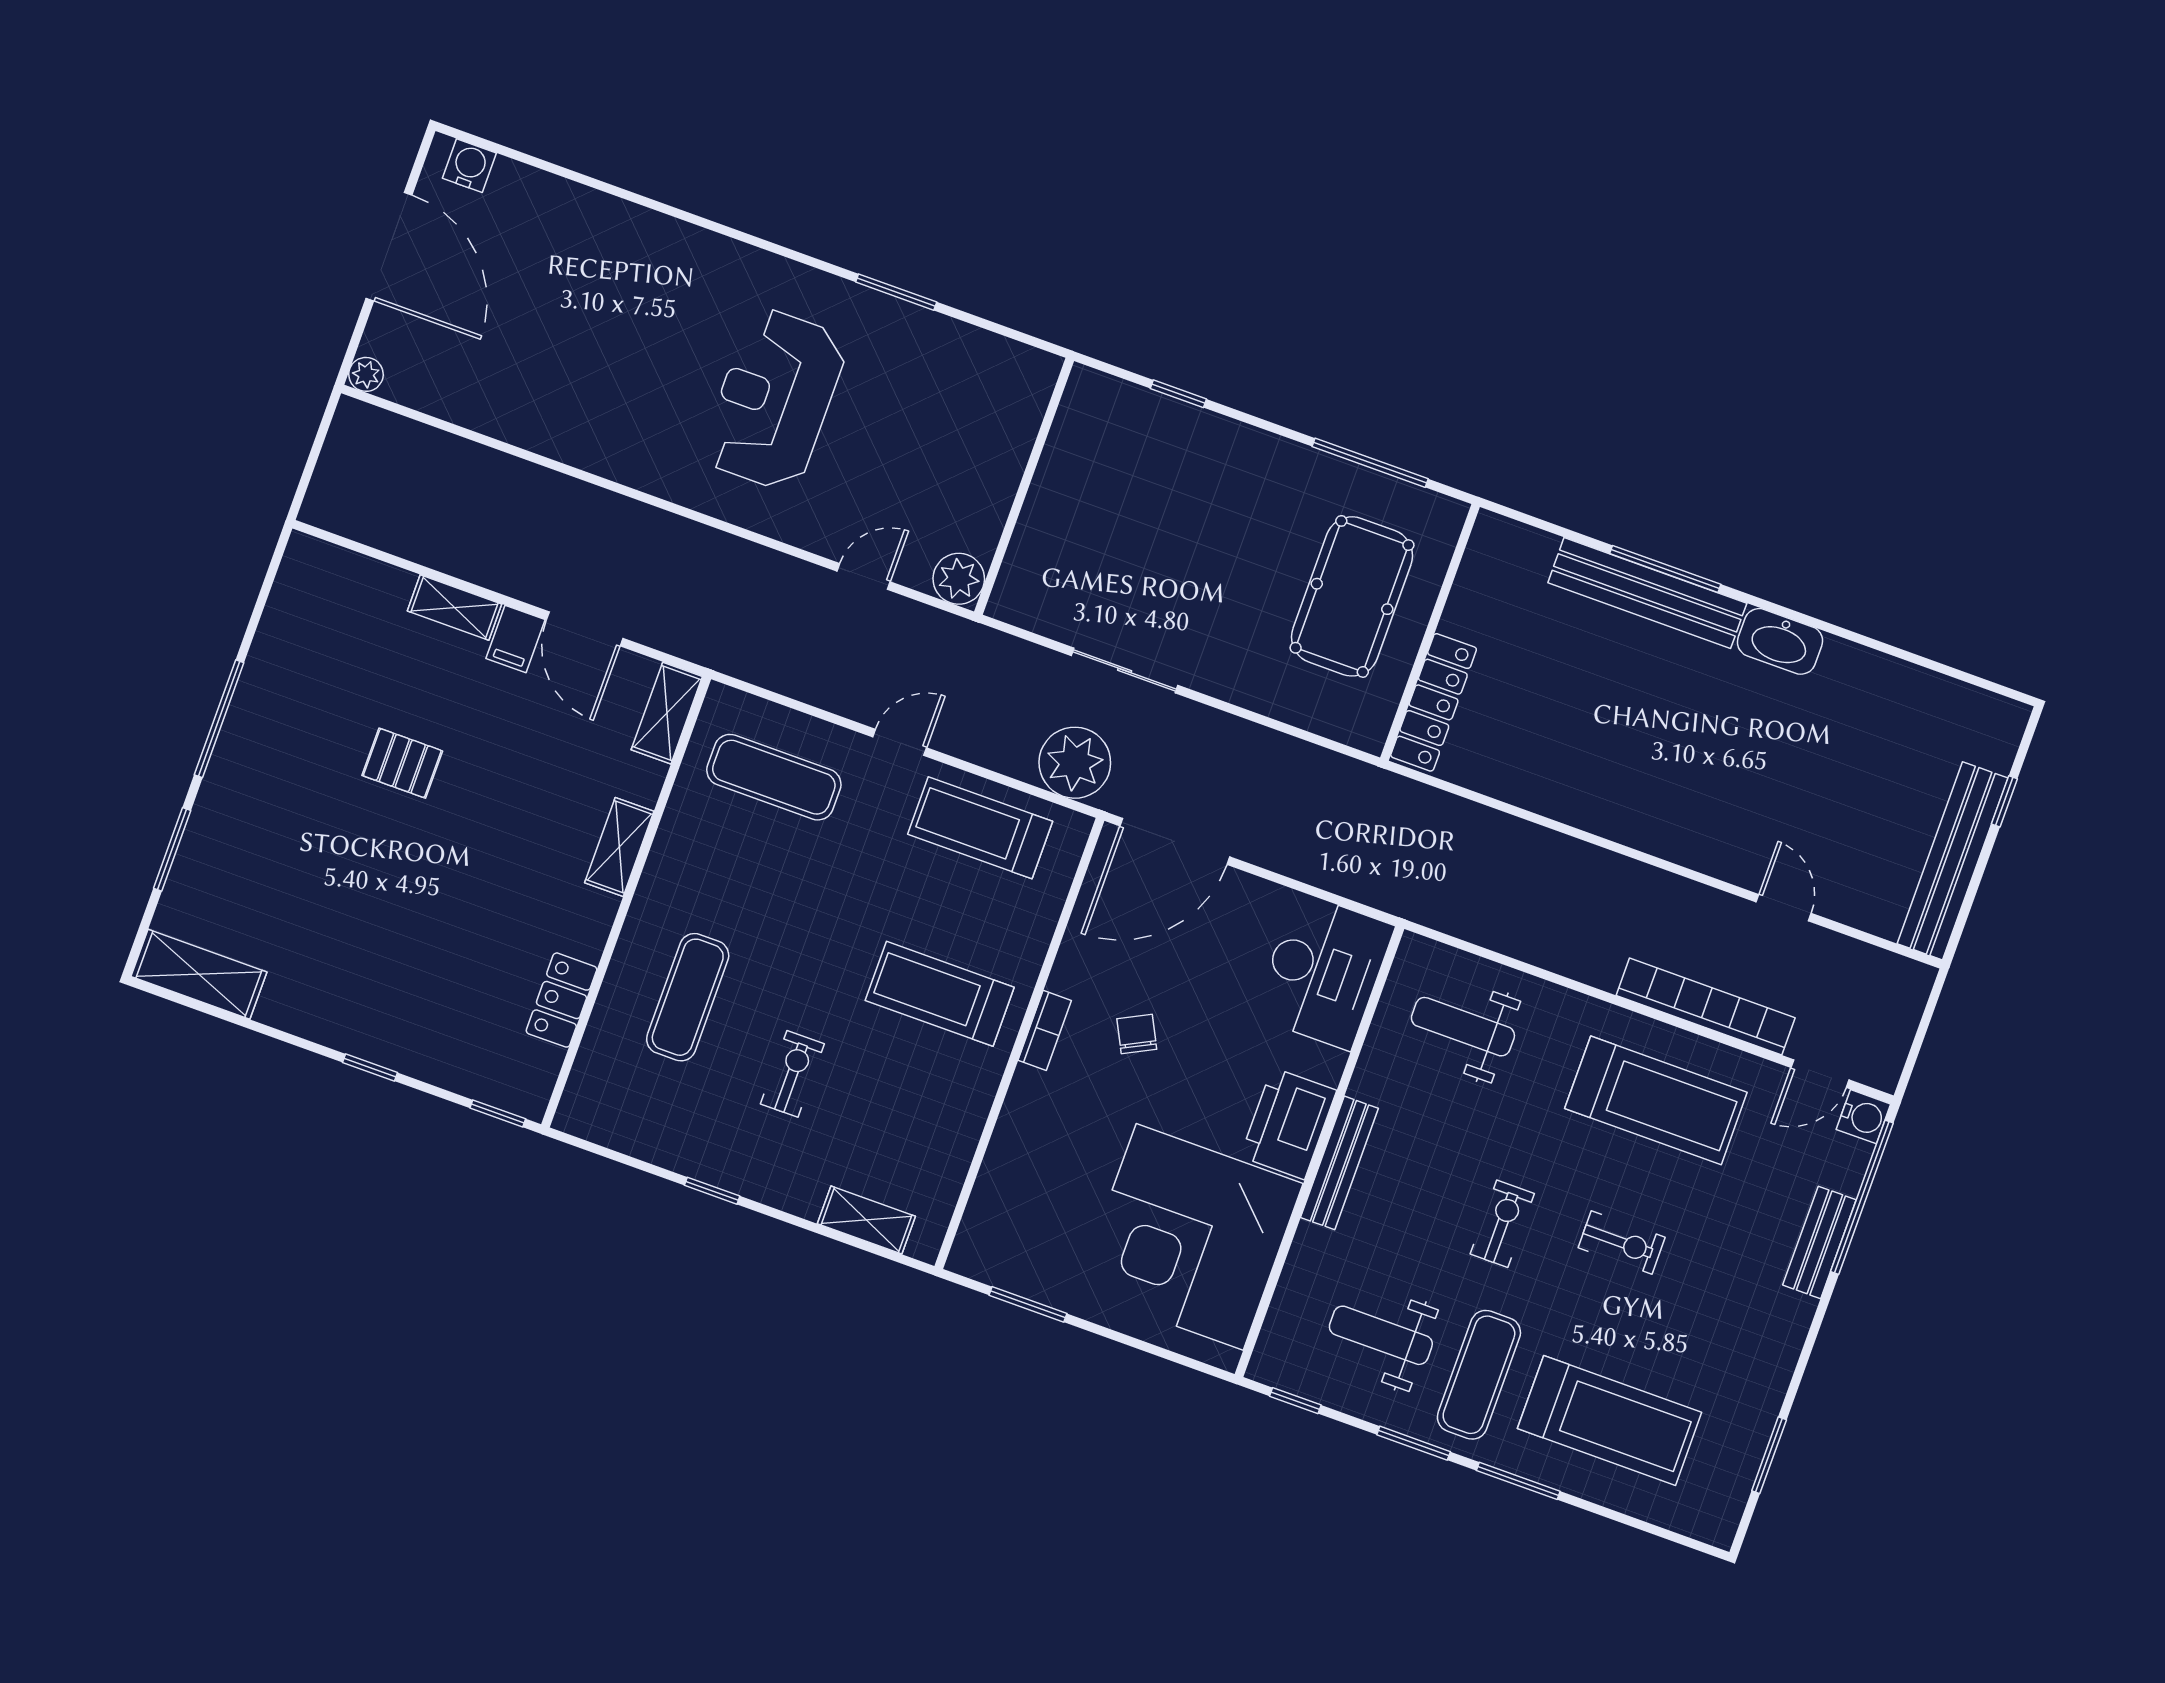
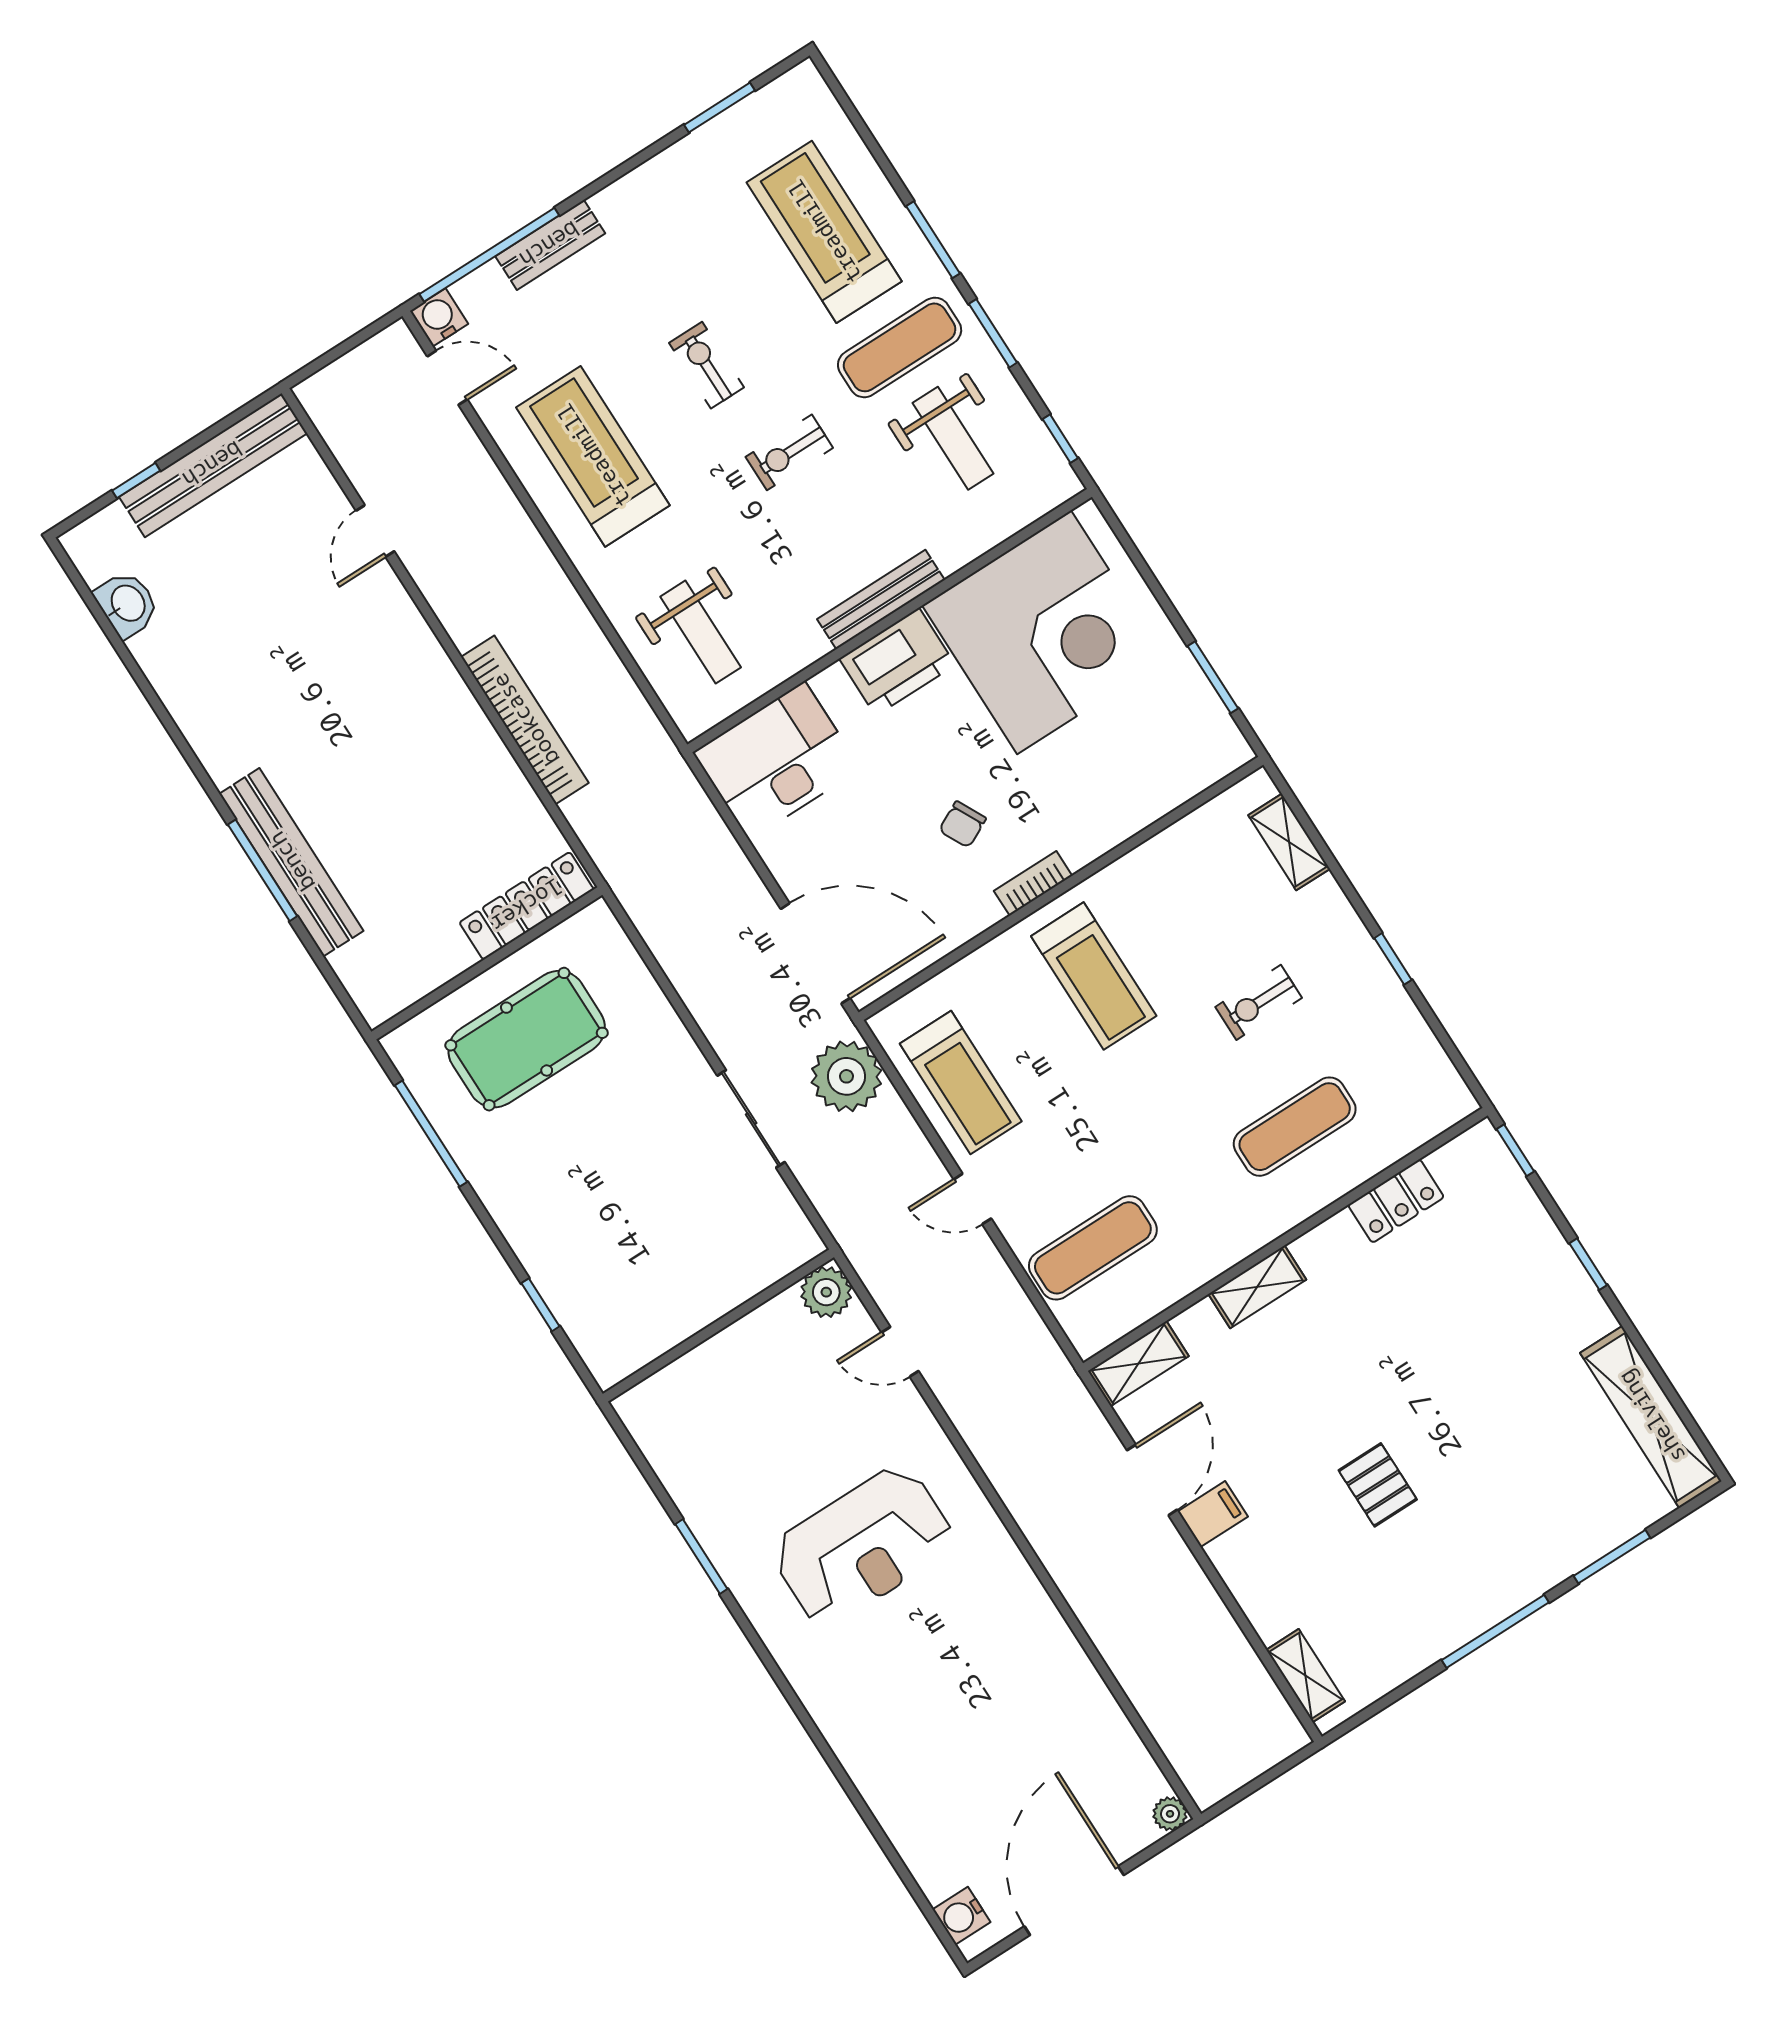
shelving: (455, 607) -> (1306, 1676), moved
washbasin: (1780, 641) -> (127, 604), moved, width x0.72
exercise mat: (774, 777) -> (1093, 1248), turned 90
shelving: (199, 974) -> (1651, 1417), width x1.47
bookcase: (1706, 1007) -> (525, 720), moved, turned 180

